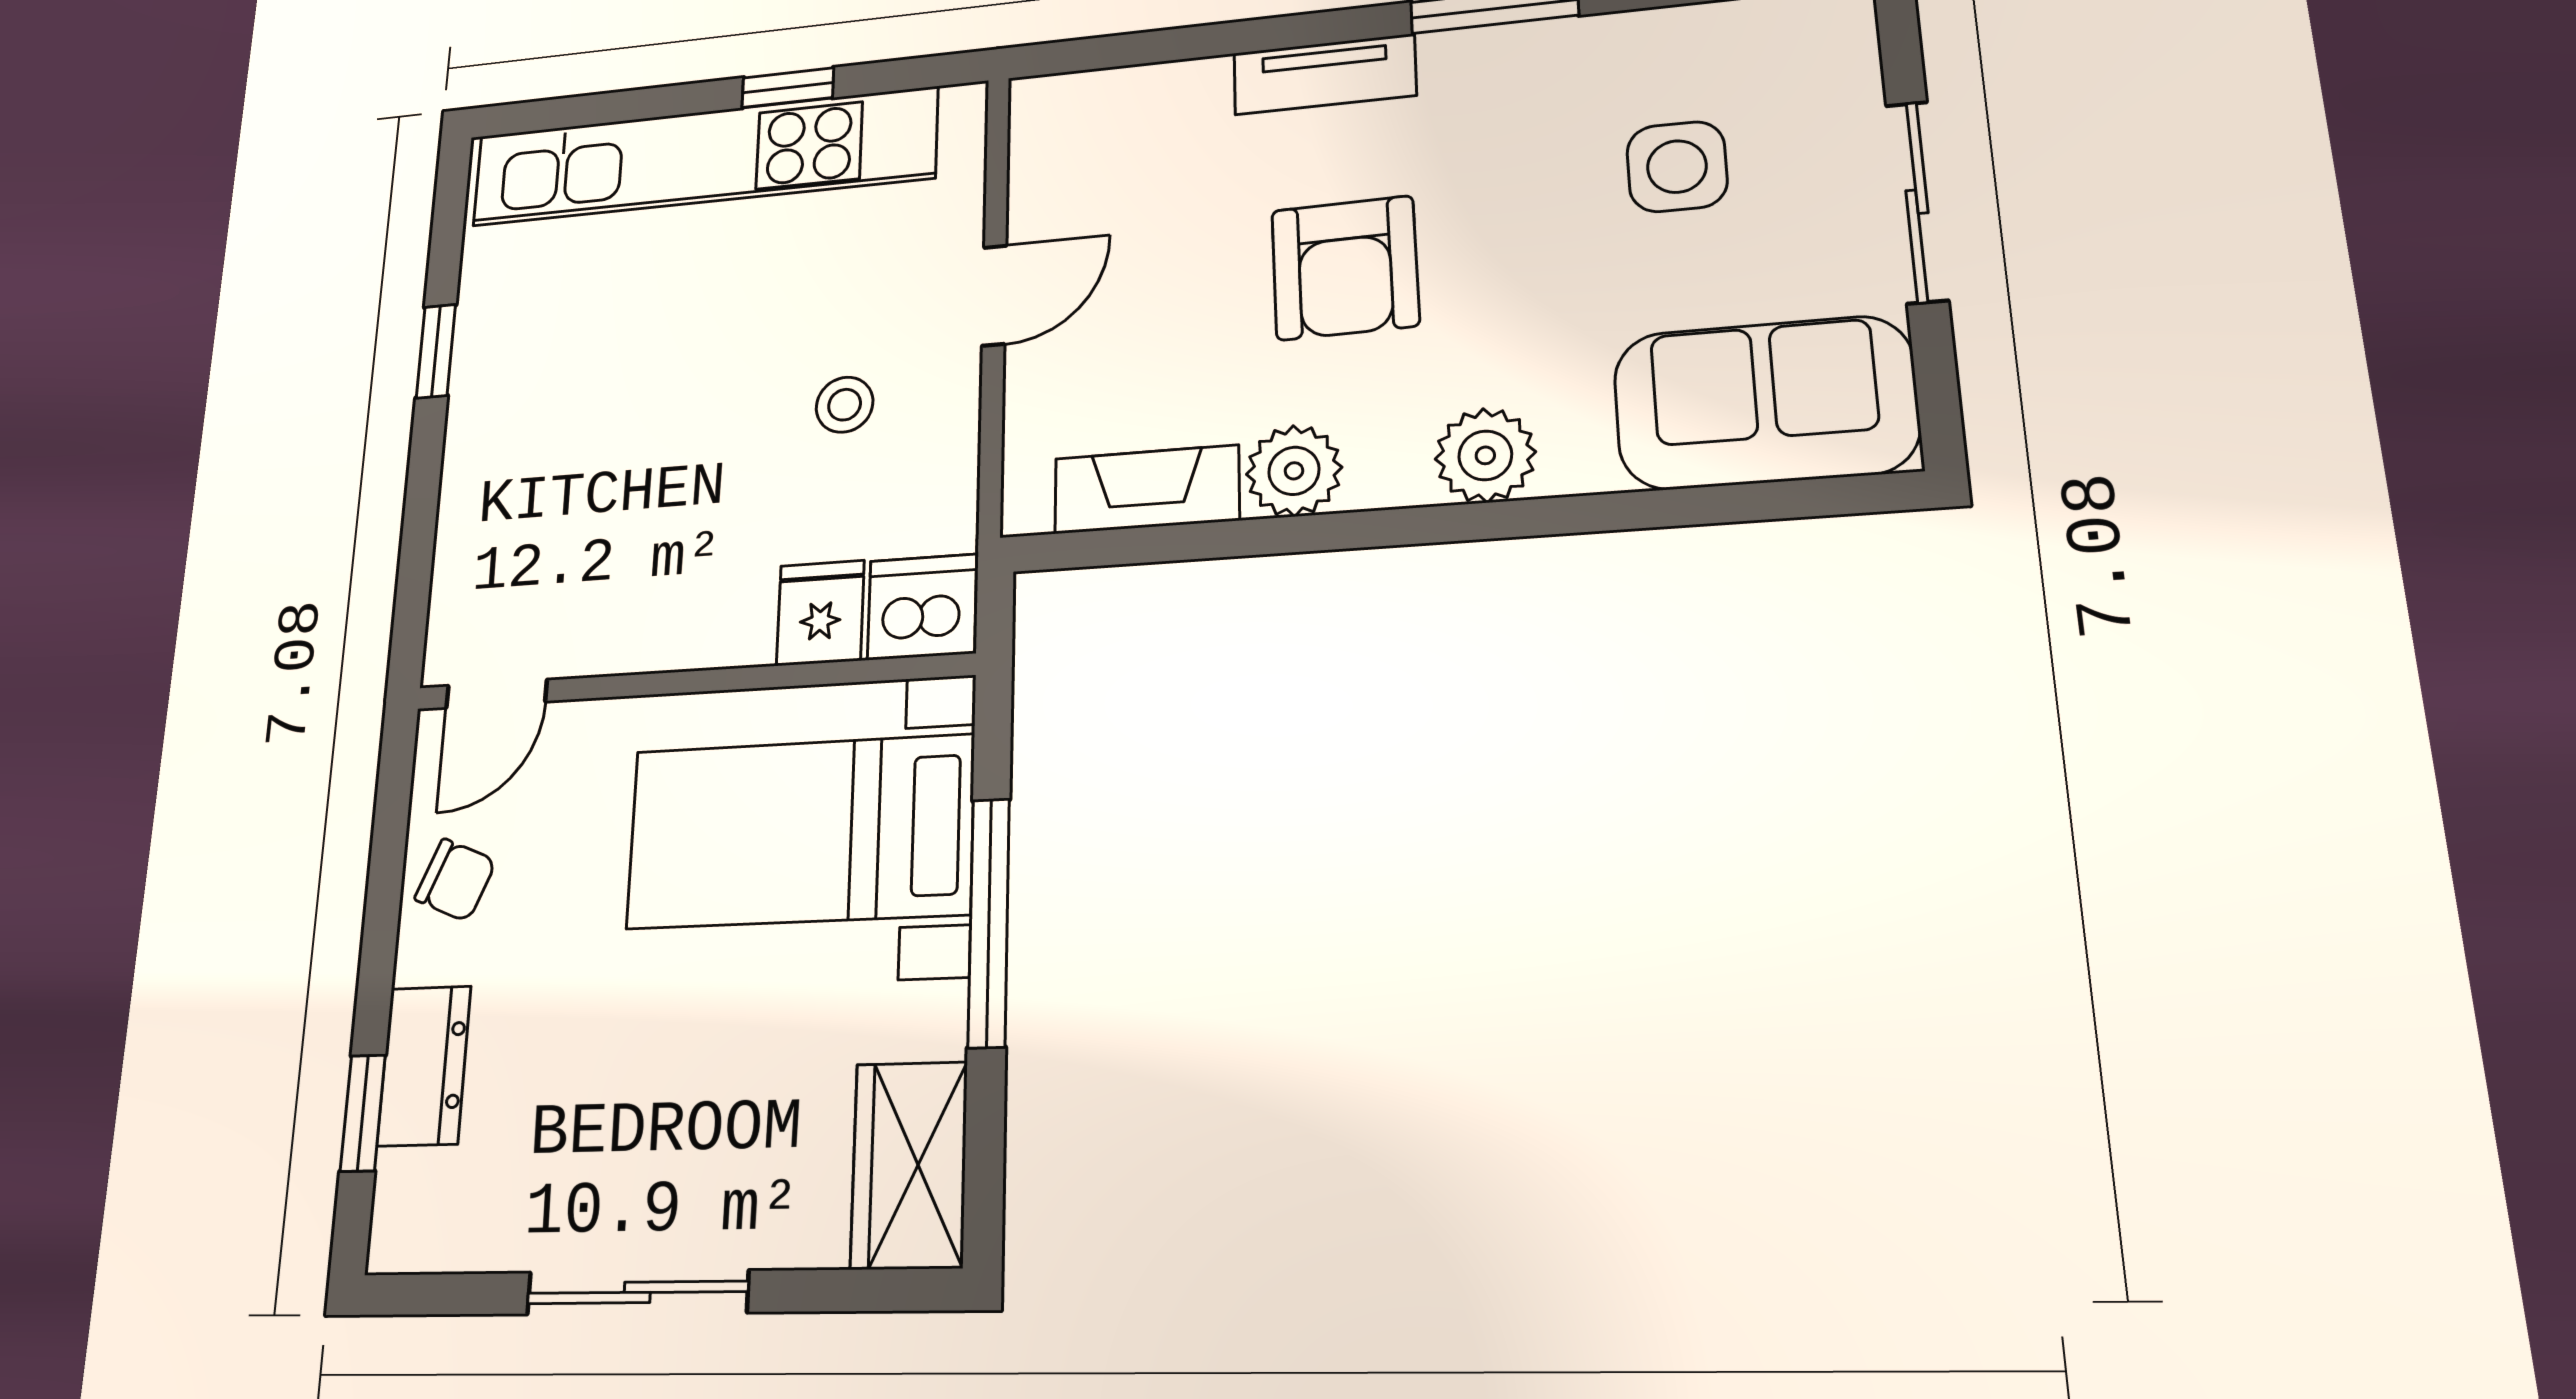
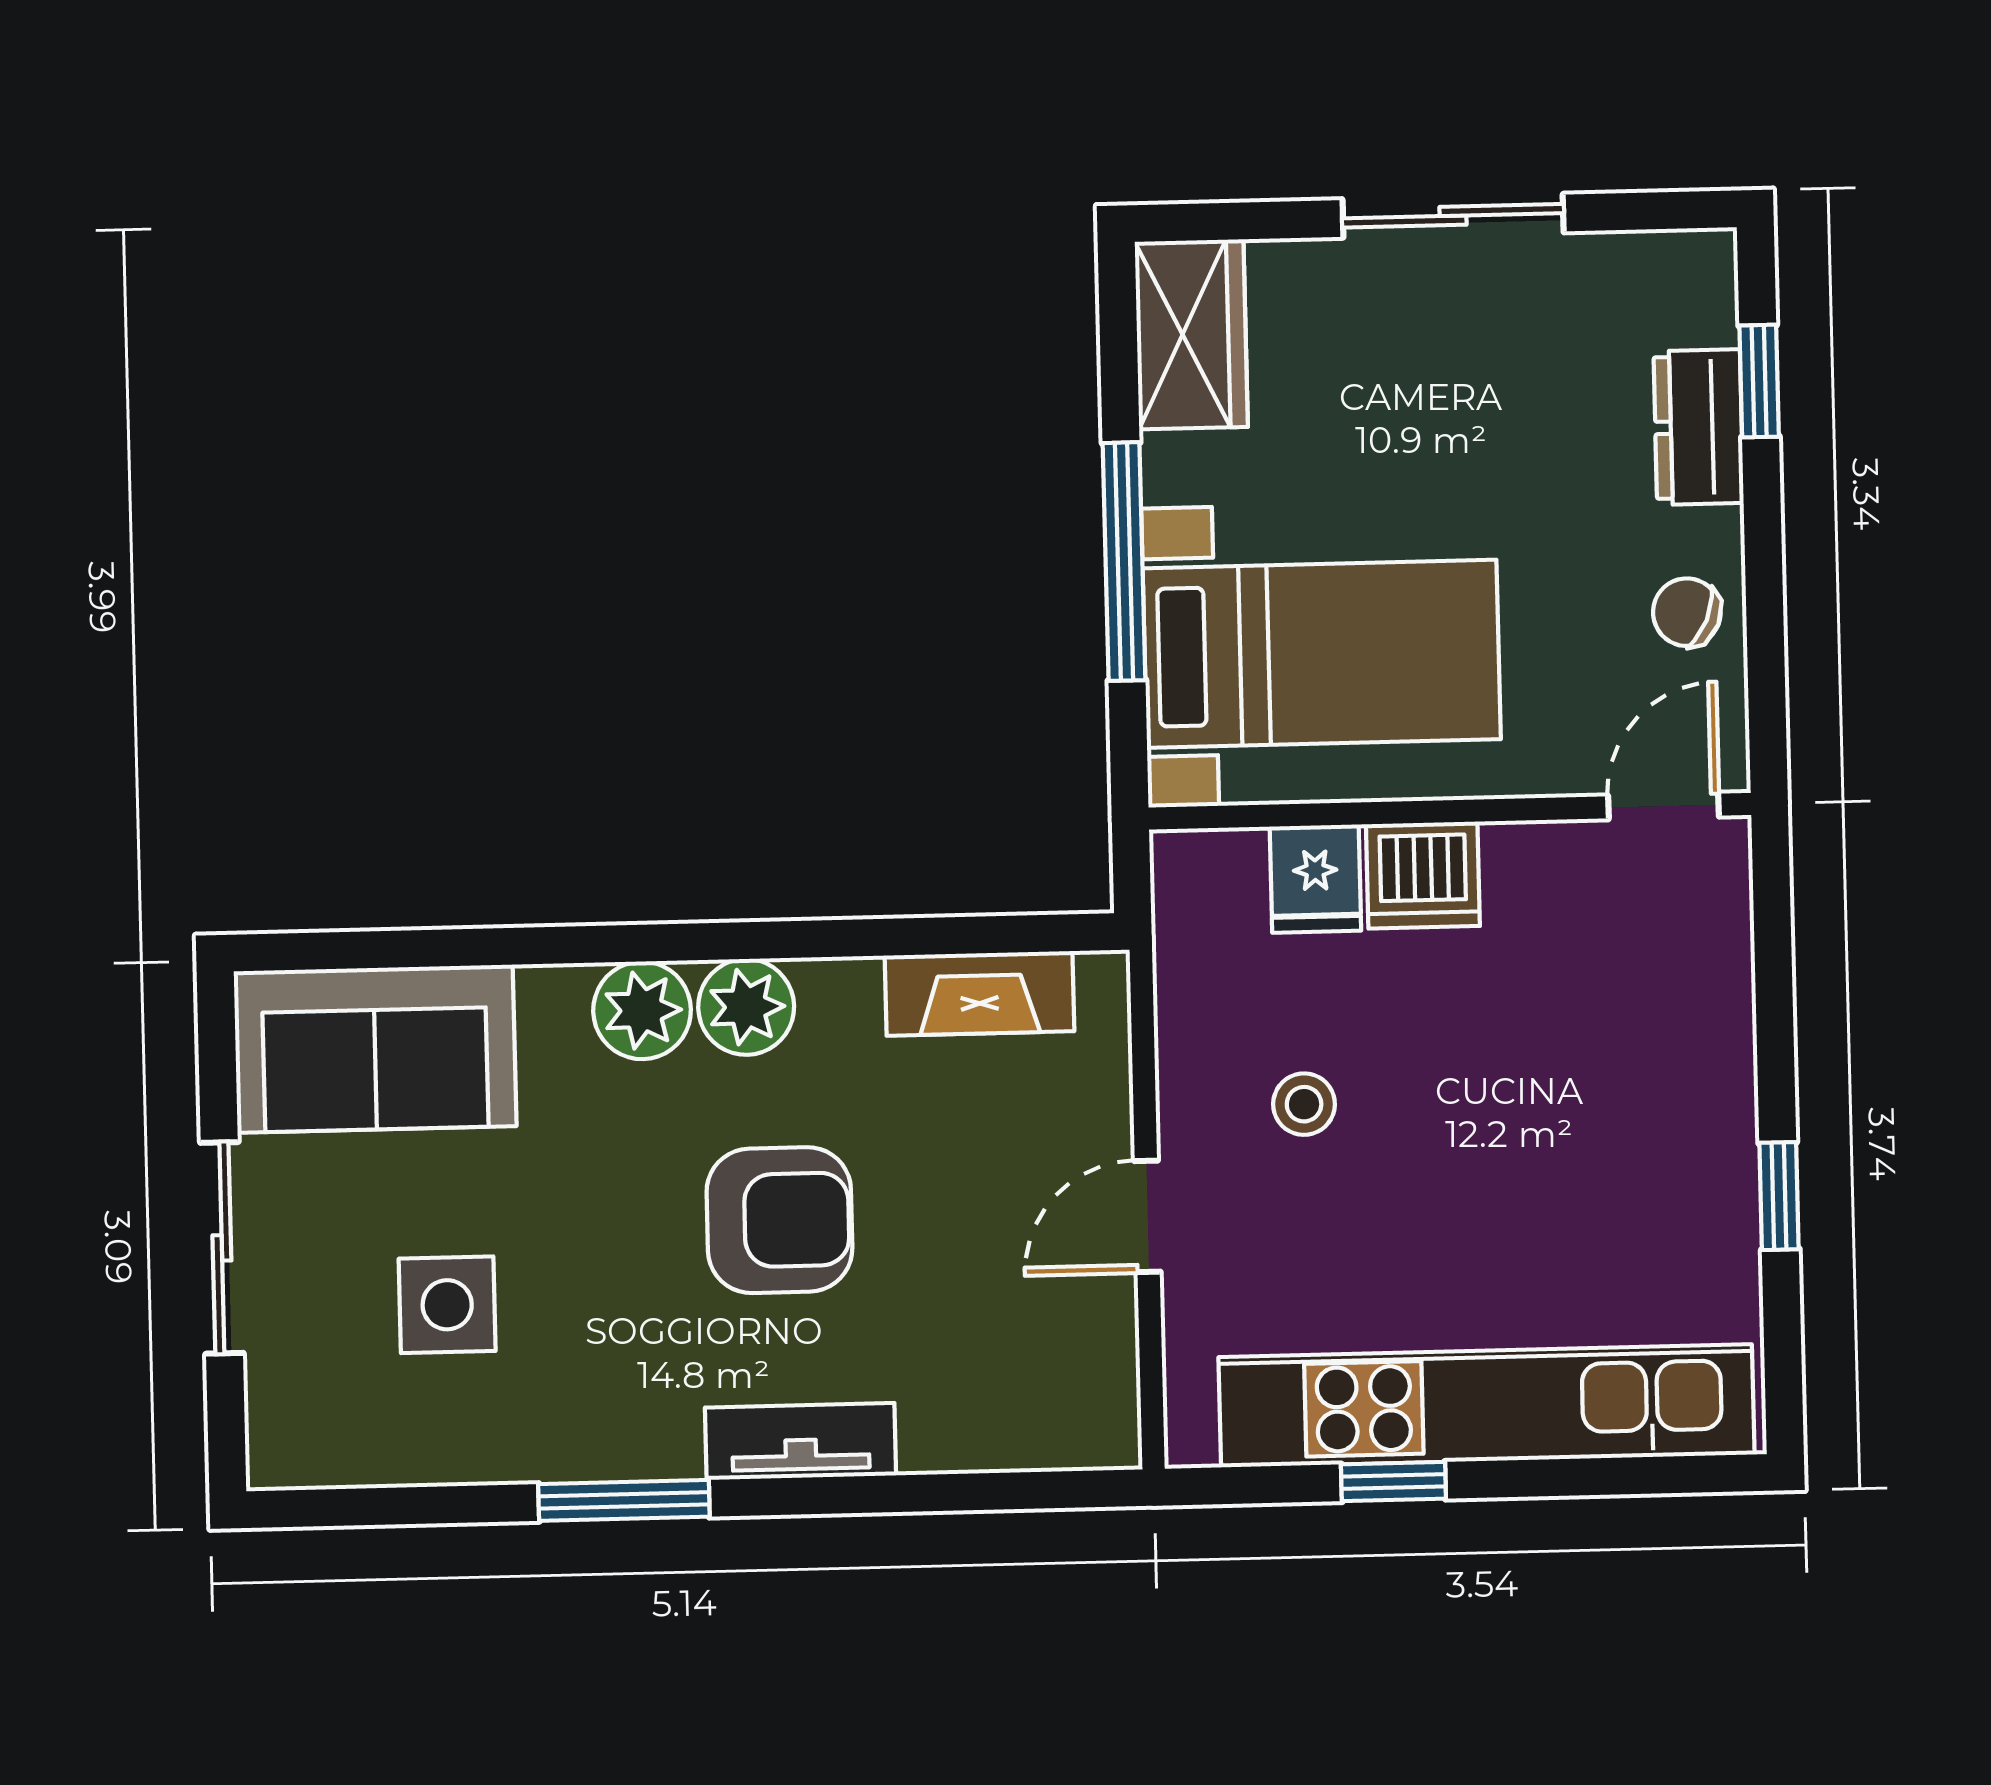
armchair: (1345, 268) -> (779, 1220), turned 91
plant: (1294, 471) -> (746, 1007), moved
dishwasher: (922, 607) -> (1423, 875), moved

